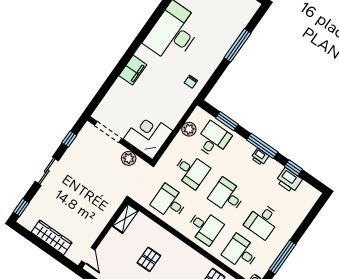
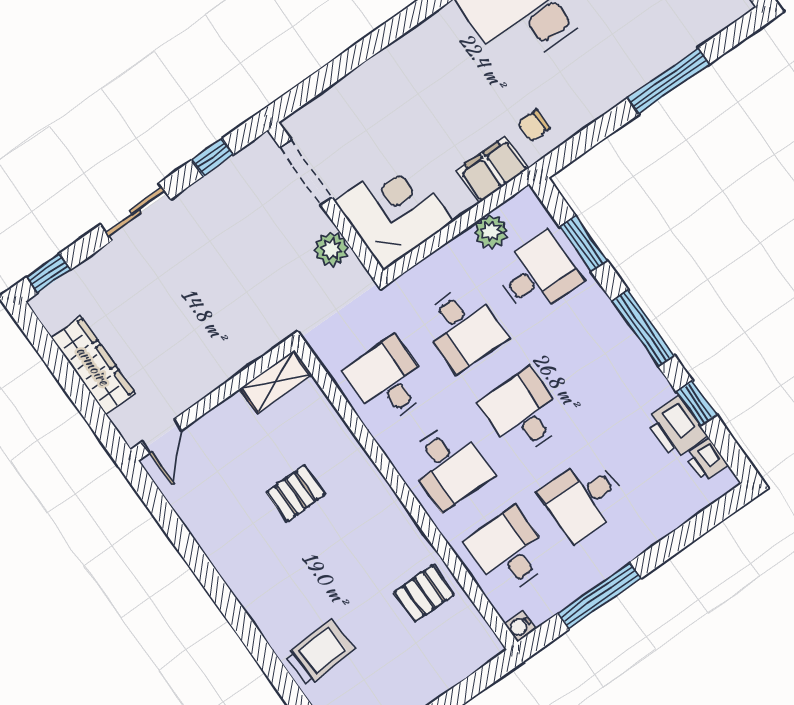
filing cabinet: (133, 70) -> (493, 169), moved, turned 180
printer: (260, 157) -> (707, 460), moved

